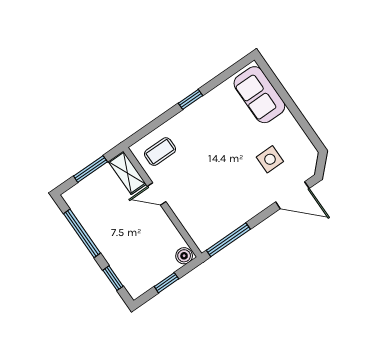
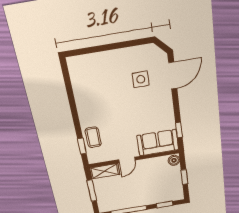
sofa: (259, 95) -> (158, 143), moved, turned 180
window: (191, 99) -> (82, 146), moved
coffee table: (160, 152) -> (93, 137), moved
window: (228, 240) -> (179, 130), width x0.46

